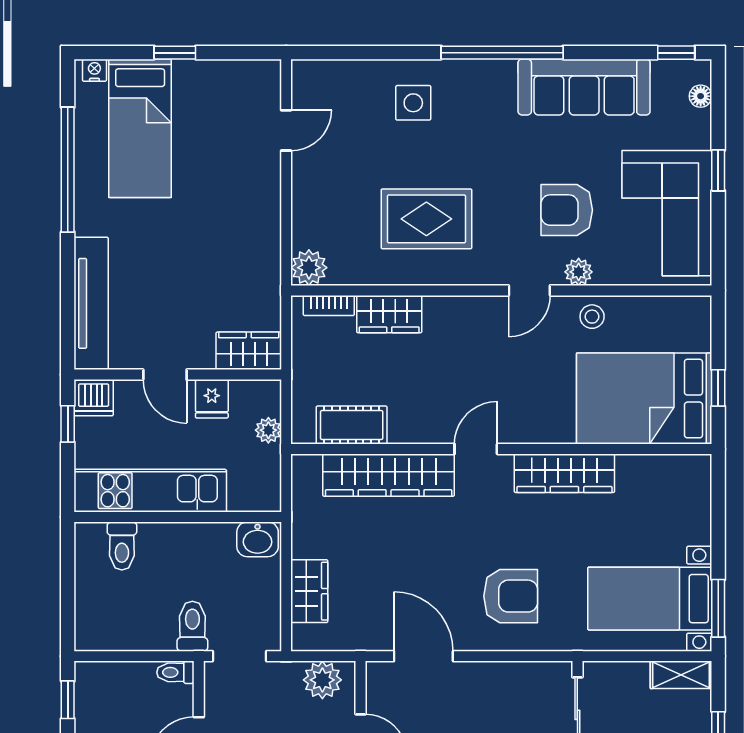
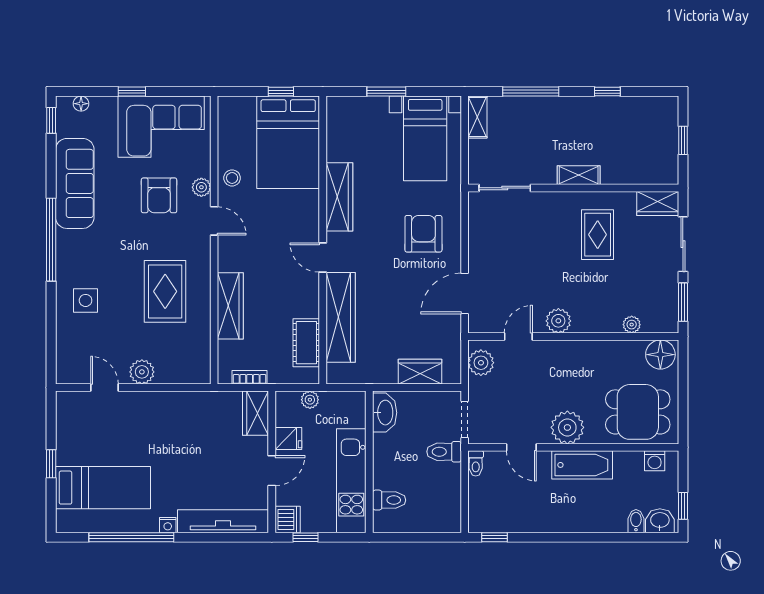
nightstand: (94, 70) -> (168, 525), moved, turned -90
plant: (309, 268) -> (142, 372), moved
bookcase: (329, 305) -> (250, 377), moved, turned -90
wardrobe: (389, 314) -> (230, 306), width x1.50
washbasin: (258, 539) -> (385, 413), width x1.38
window: (718, 608) -> (386, 92), moved

